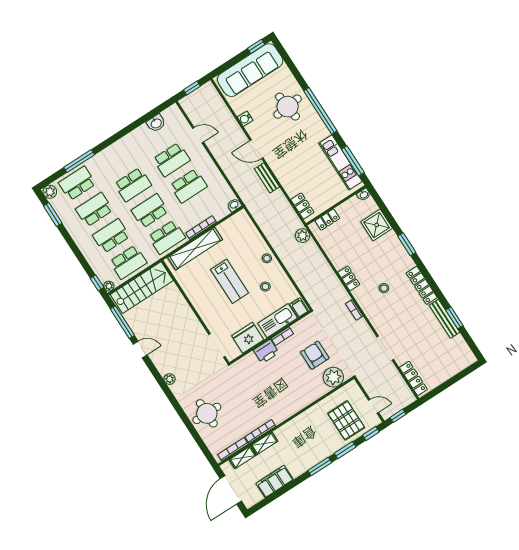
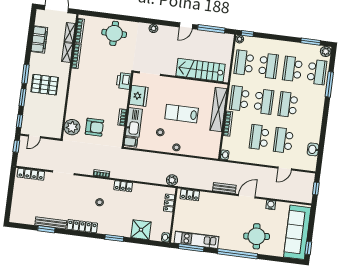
school desk: (94, 210) -> (293, 69), turned 180
stairs: (142, 288) -> (200, 70), moved, turned 90
printer: (266, 351) -> (124, 81), moved
pallet: (346, 420) -> (45, 85), moved

